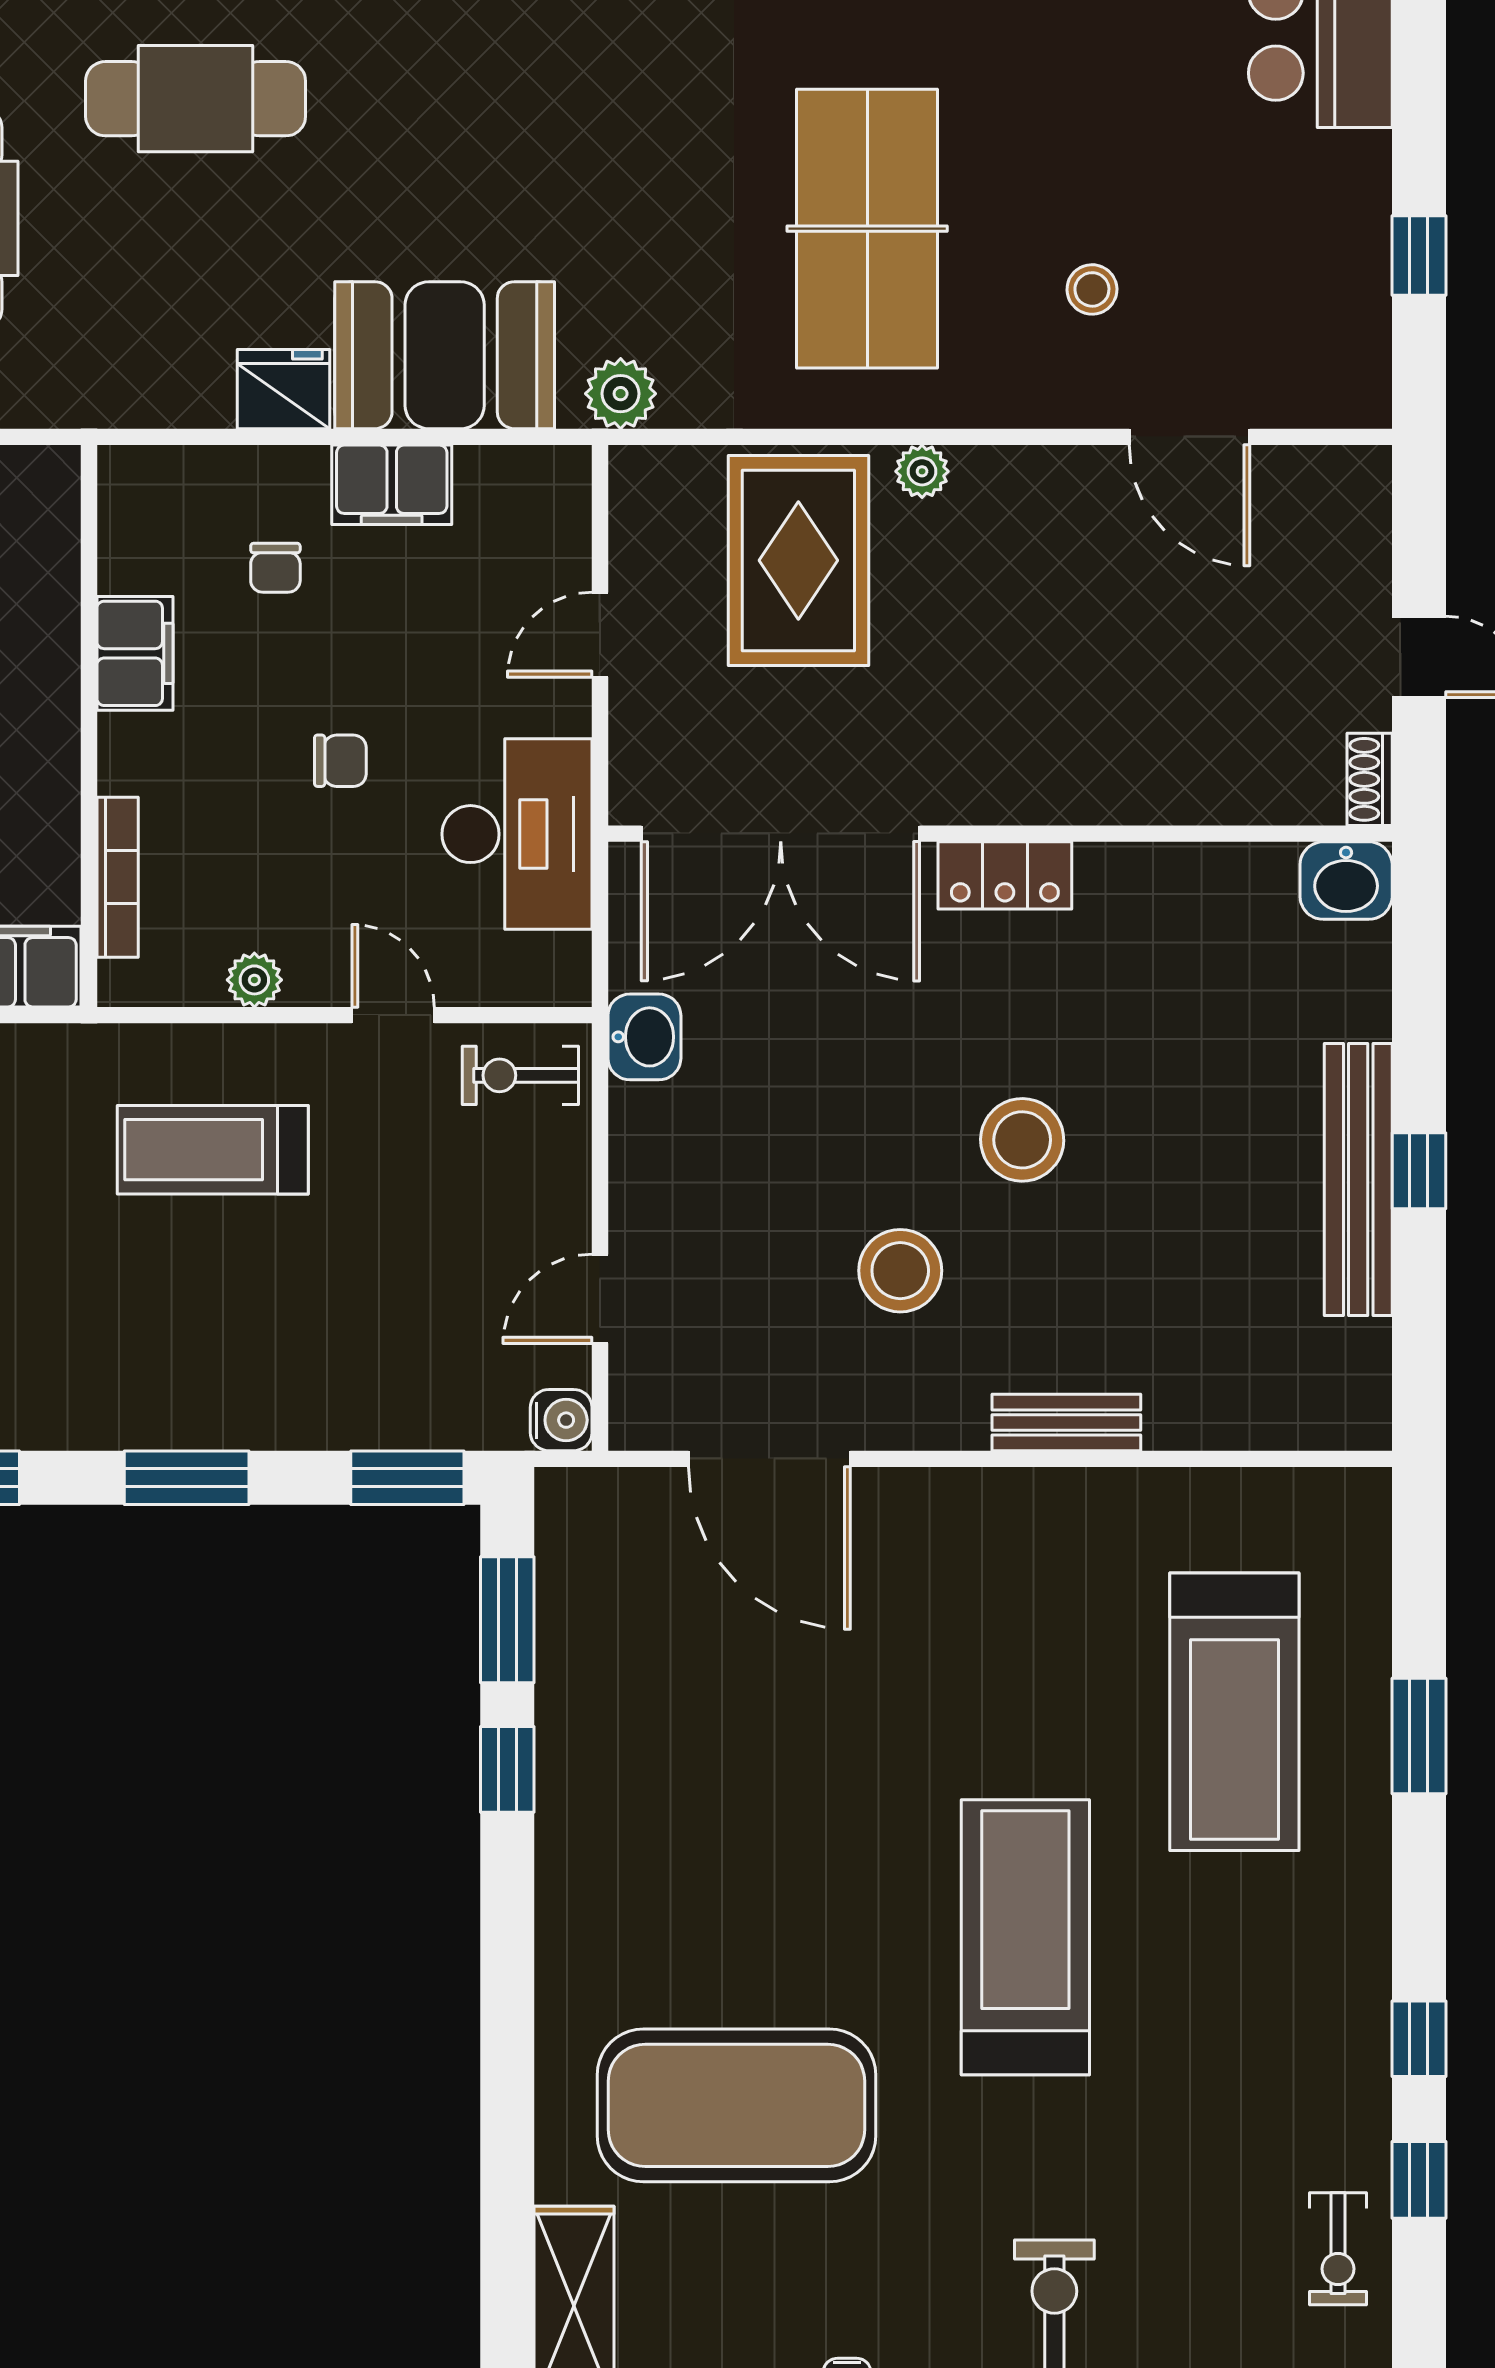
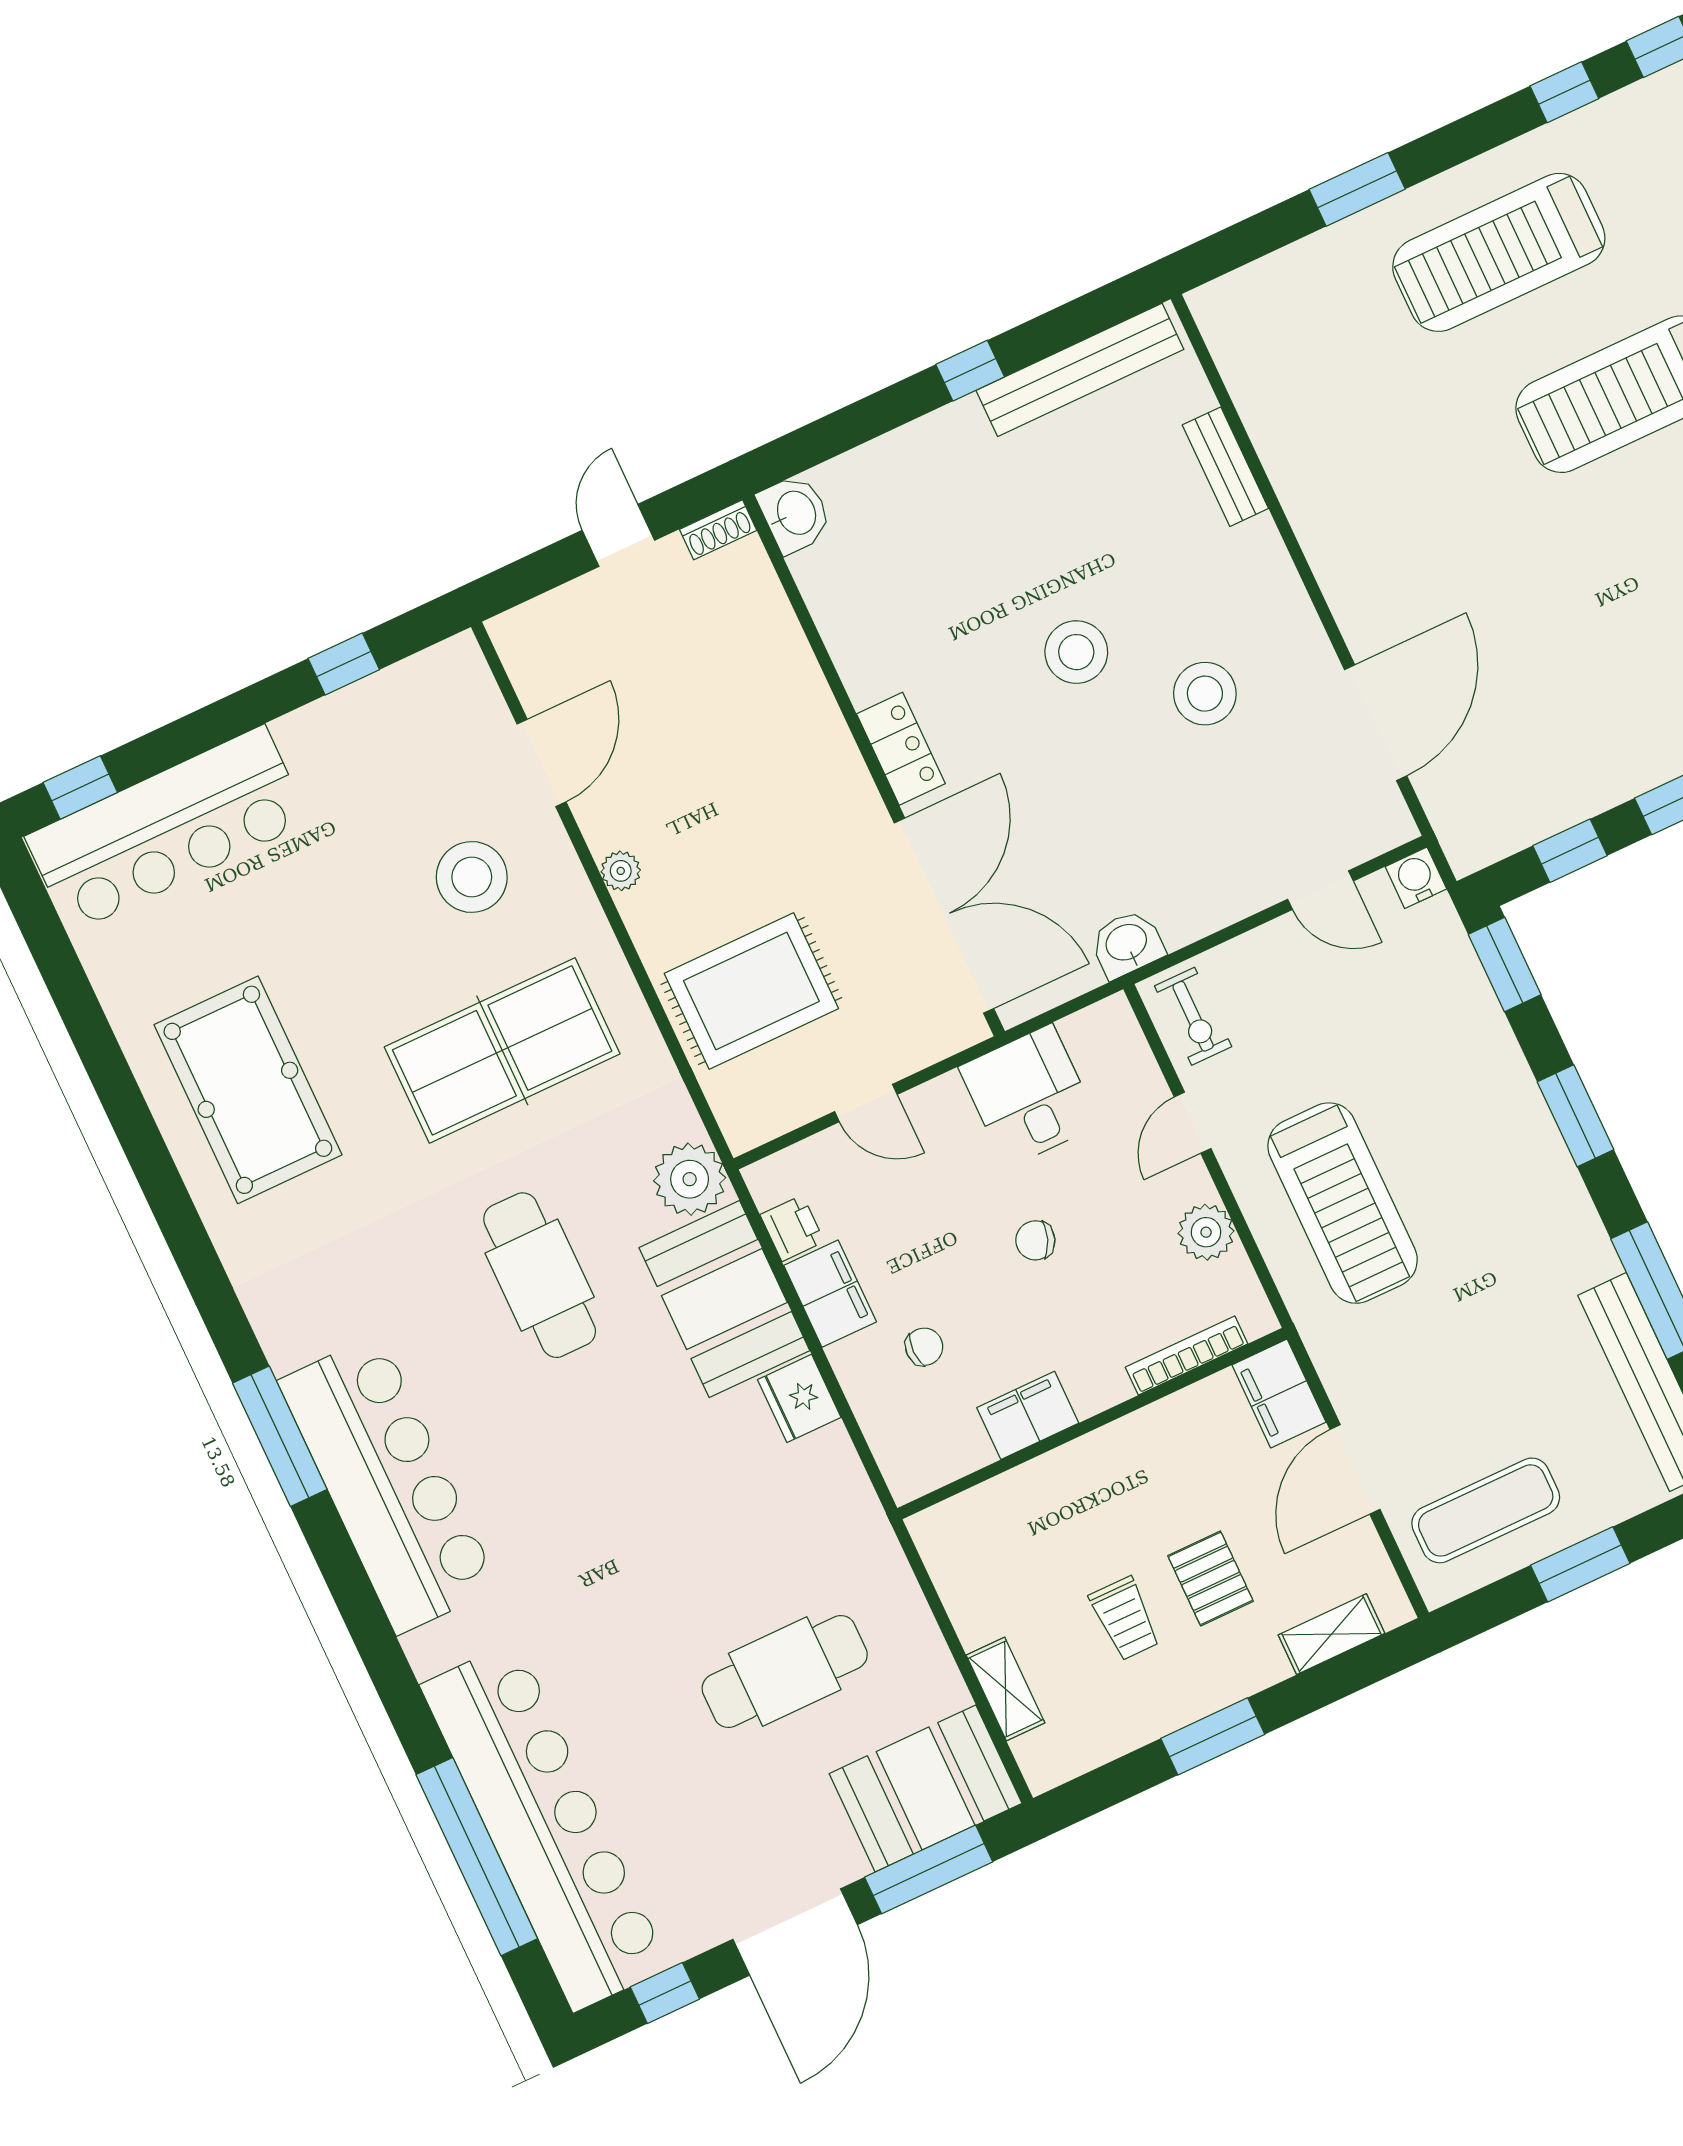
cafe table: (196, 99) -> (540, 1275), moved
stool: (1092, 289) -> (472, 877), width x1.89, depth x1.89
plant: (621, 394) -> (690, 1179), width x1.36, depth x1.36
plant: (922, 471) -> (621, 871), moved
printer: (491, 476) -> (792, 1228), added
chair: (340, 761) -> (1035, 1240), turned -69
desk: (517, 834) -> (1029, 1096), width x0.73
plant: (254, 980) -> (1206, 1232), width x1.38, depth x1.38
treadmill: (213, 1150) -> (1343, 1203), width x1.37, depth x1.38
bench: (1358, 1180) -> (1080, 370), moved
bench: (1066, 1422) -> (1225, 467), moved
window: (507, 1620) -> (1570, 851), width x0.67
treadmill: (1234, 1712) -> (1499, 252), moved, turned 180

